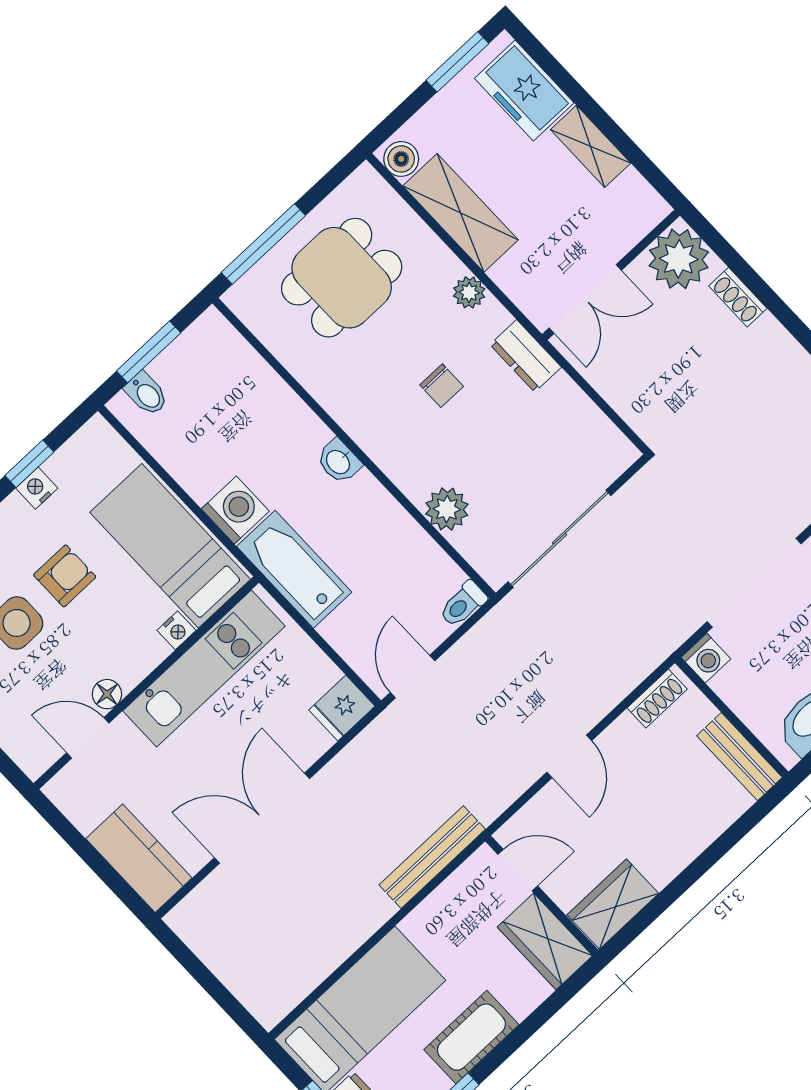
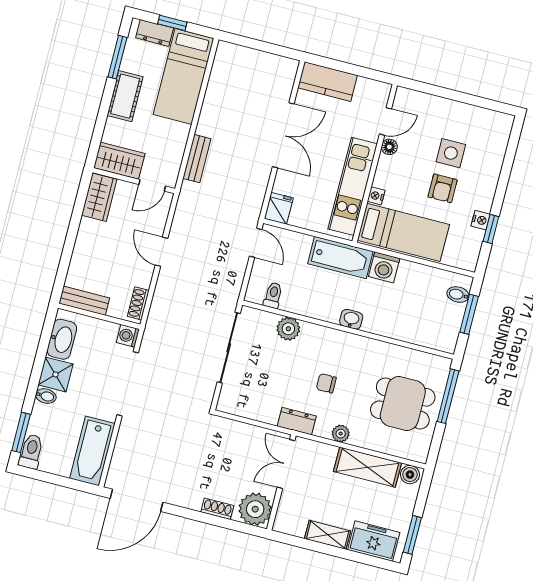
dining table: (342, 278) -> (403, 404), turned 90
toilet: (463, 604) -> (273, 295), moved
bench: (432, 857) -> (197, 159), width x0.73

